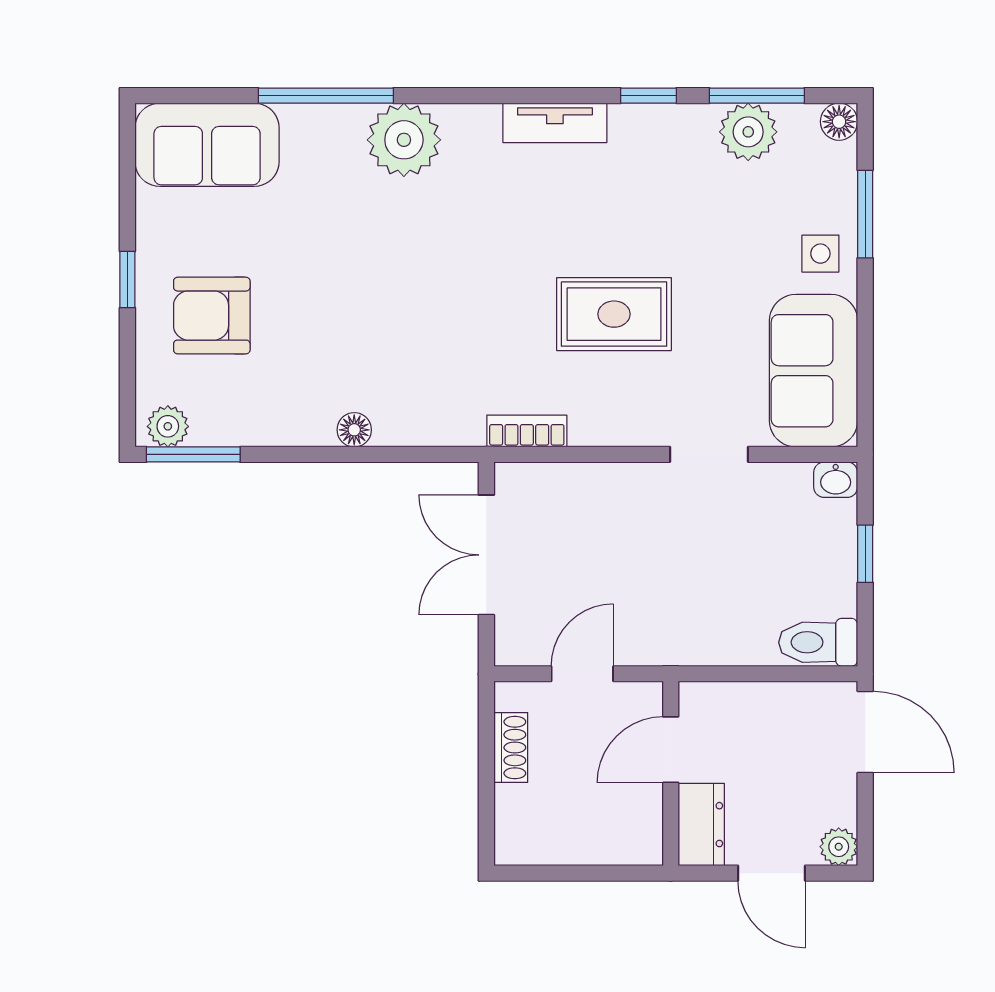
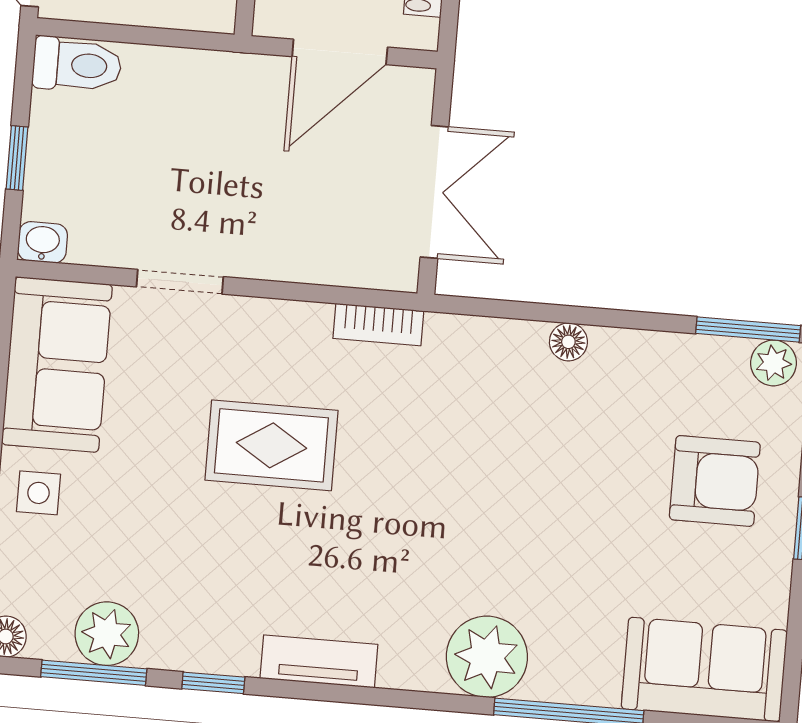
door: (582, 674) -> (340, 52), width x1.38

